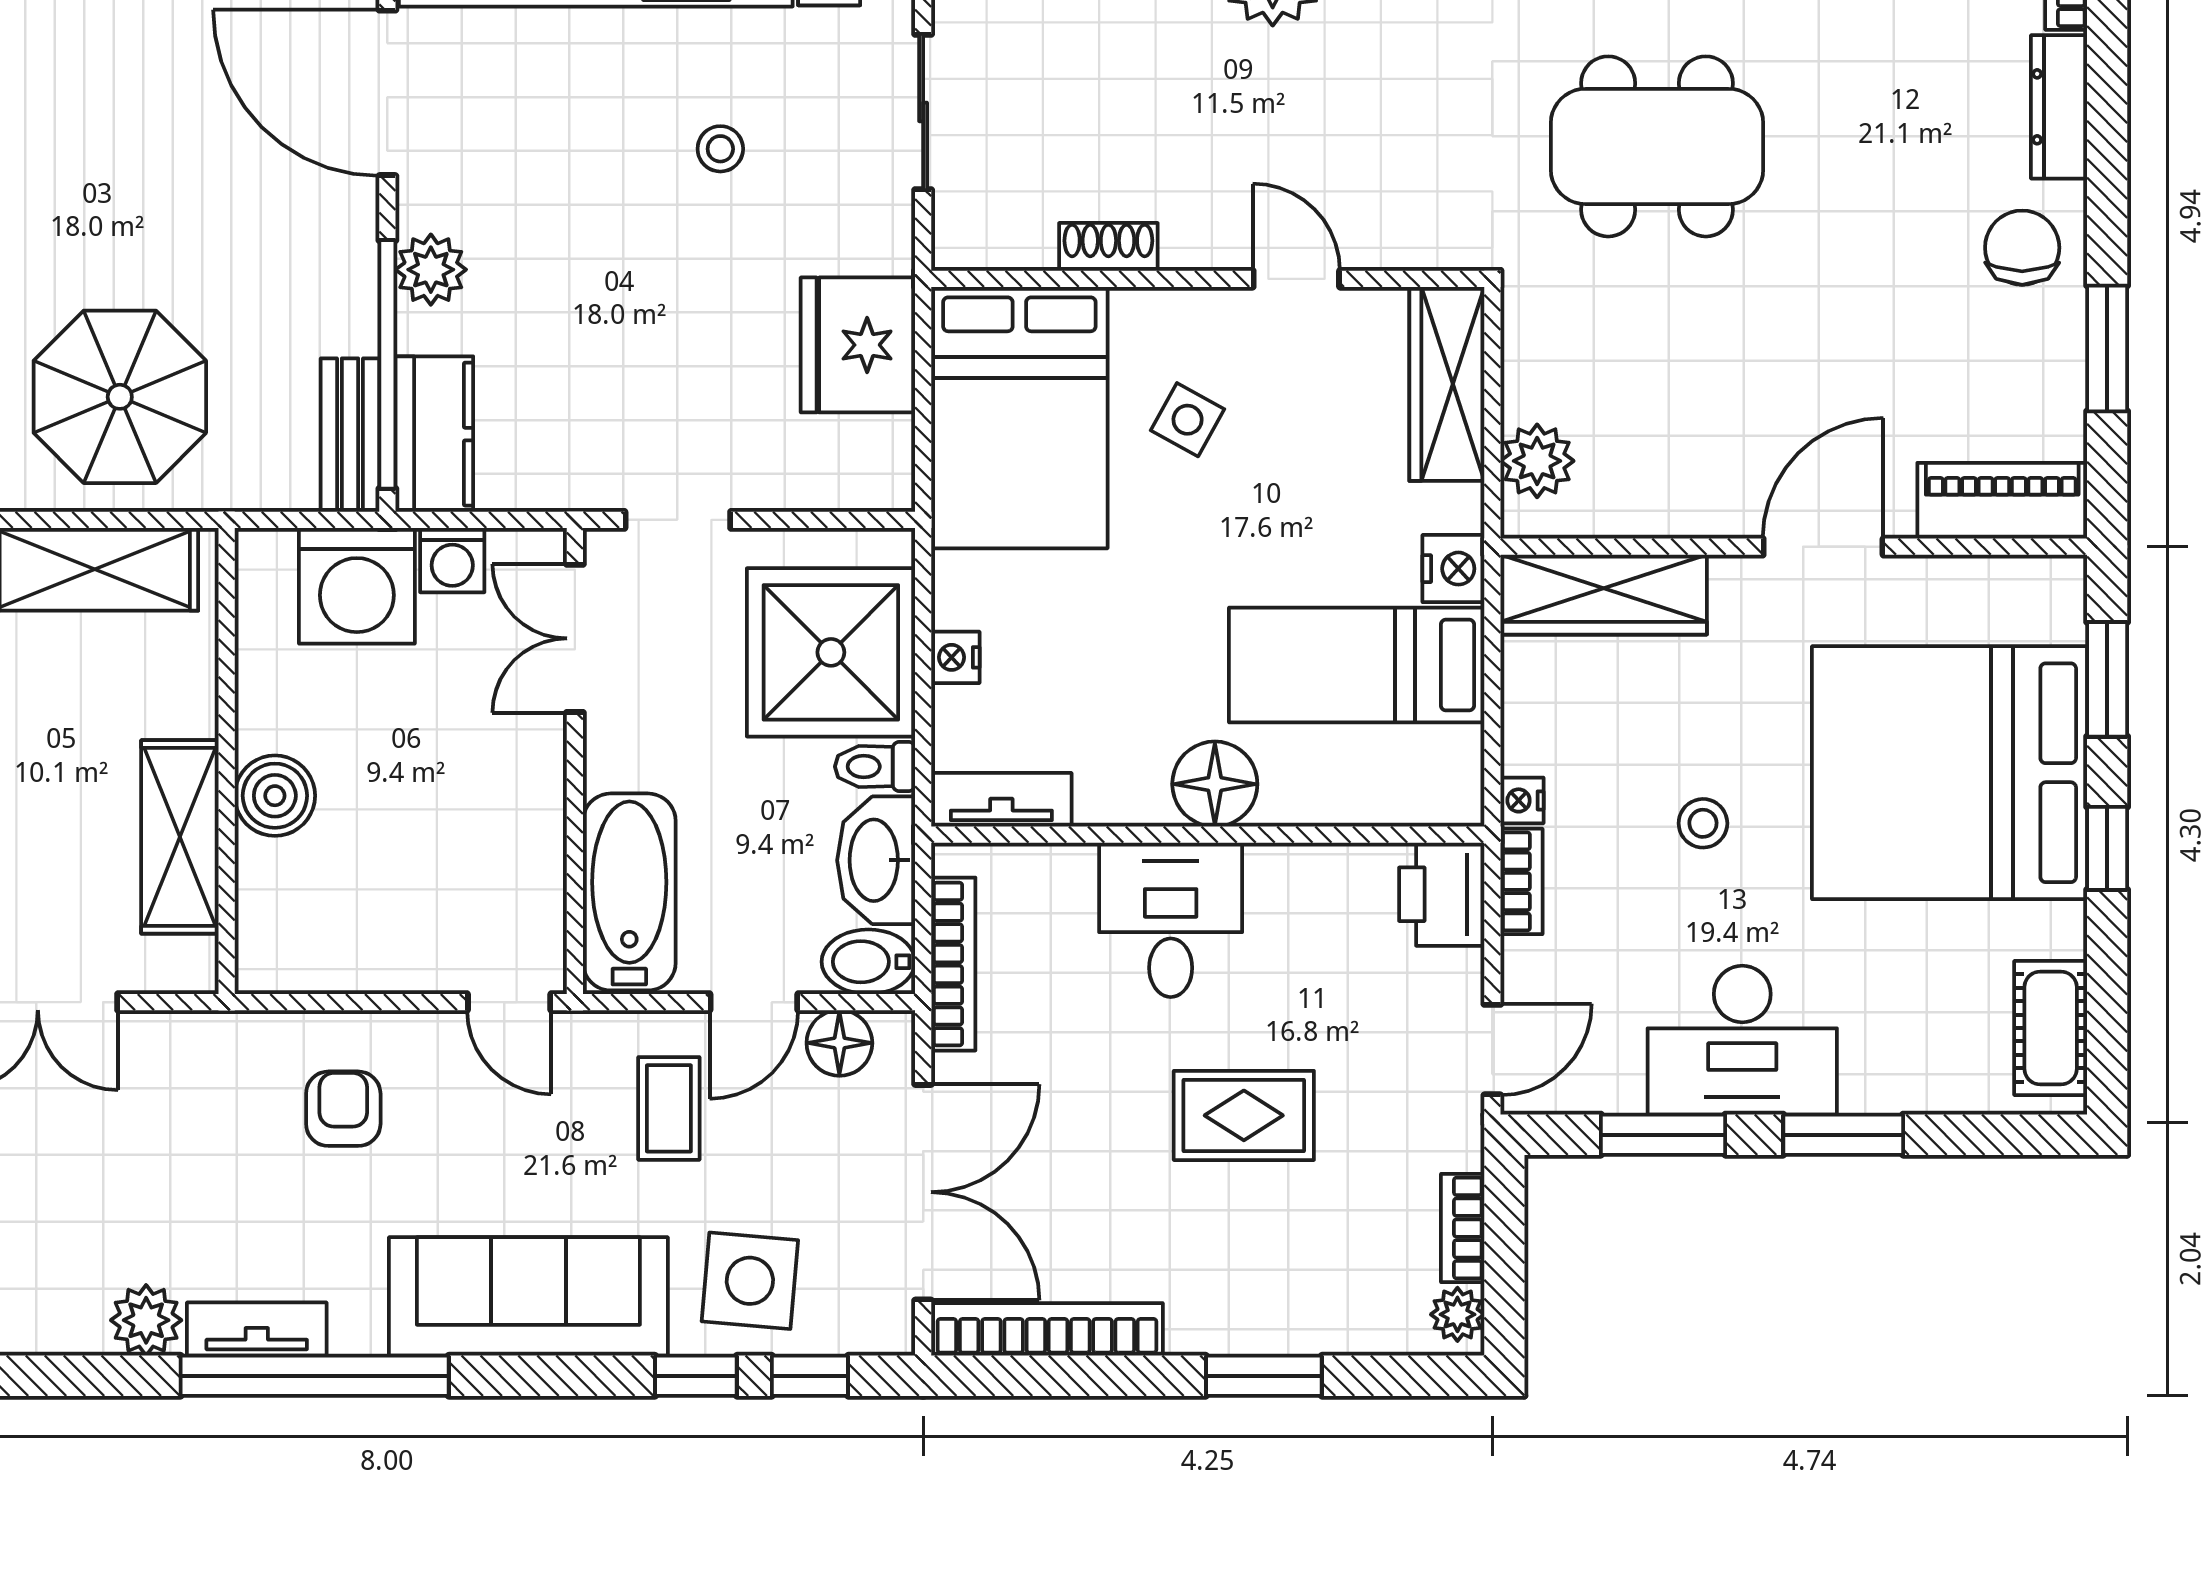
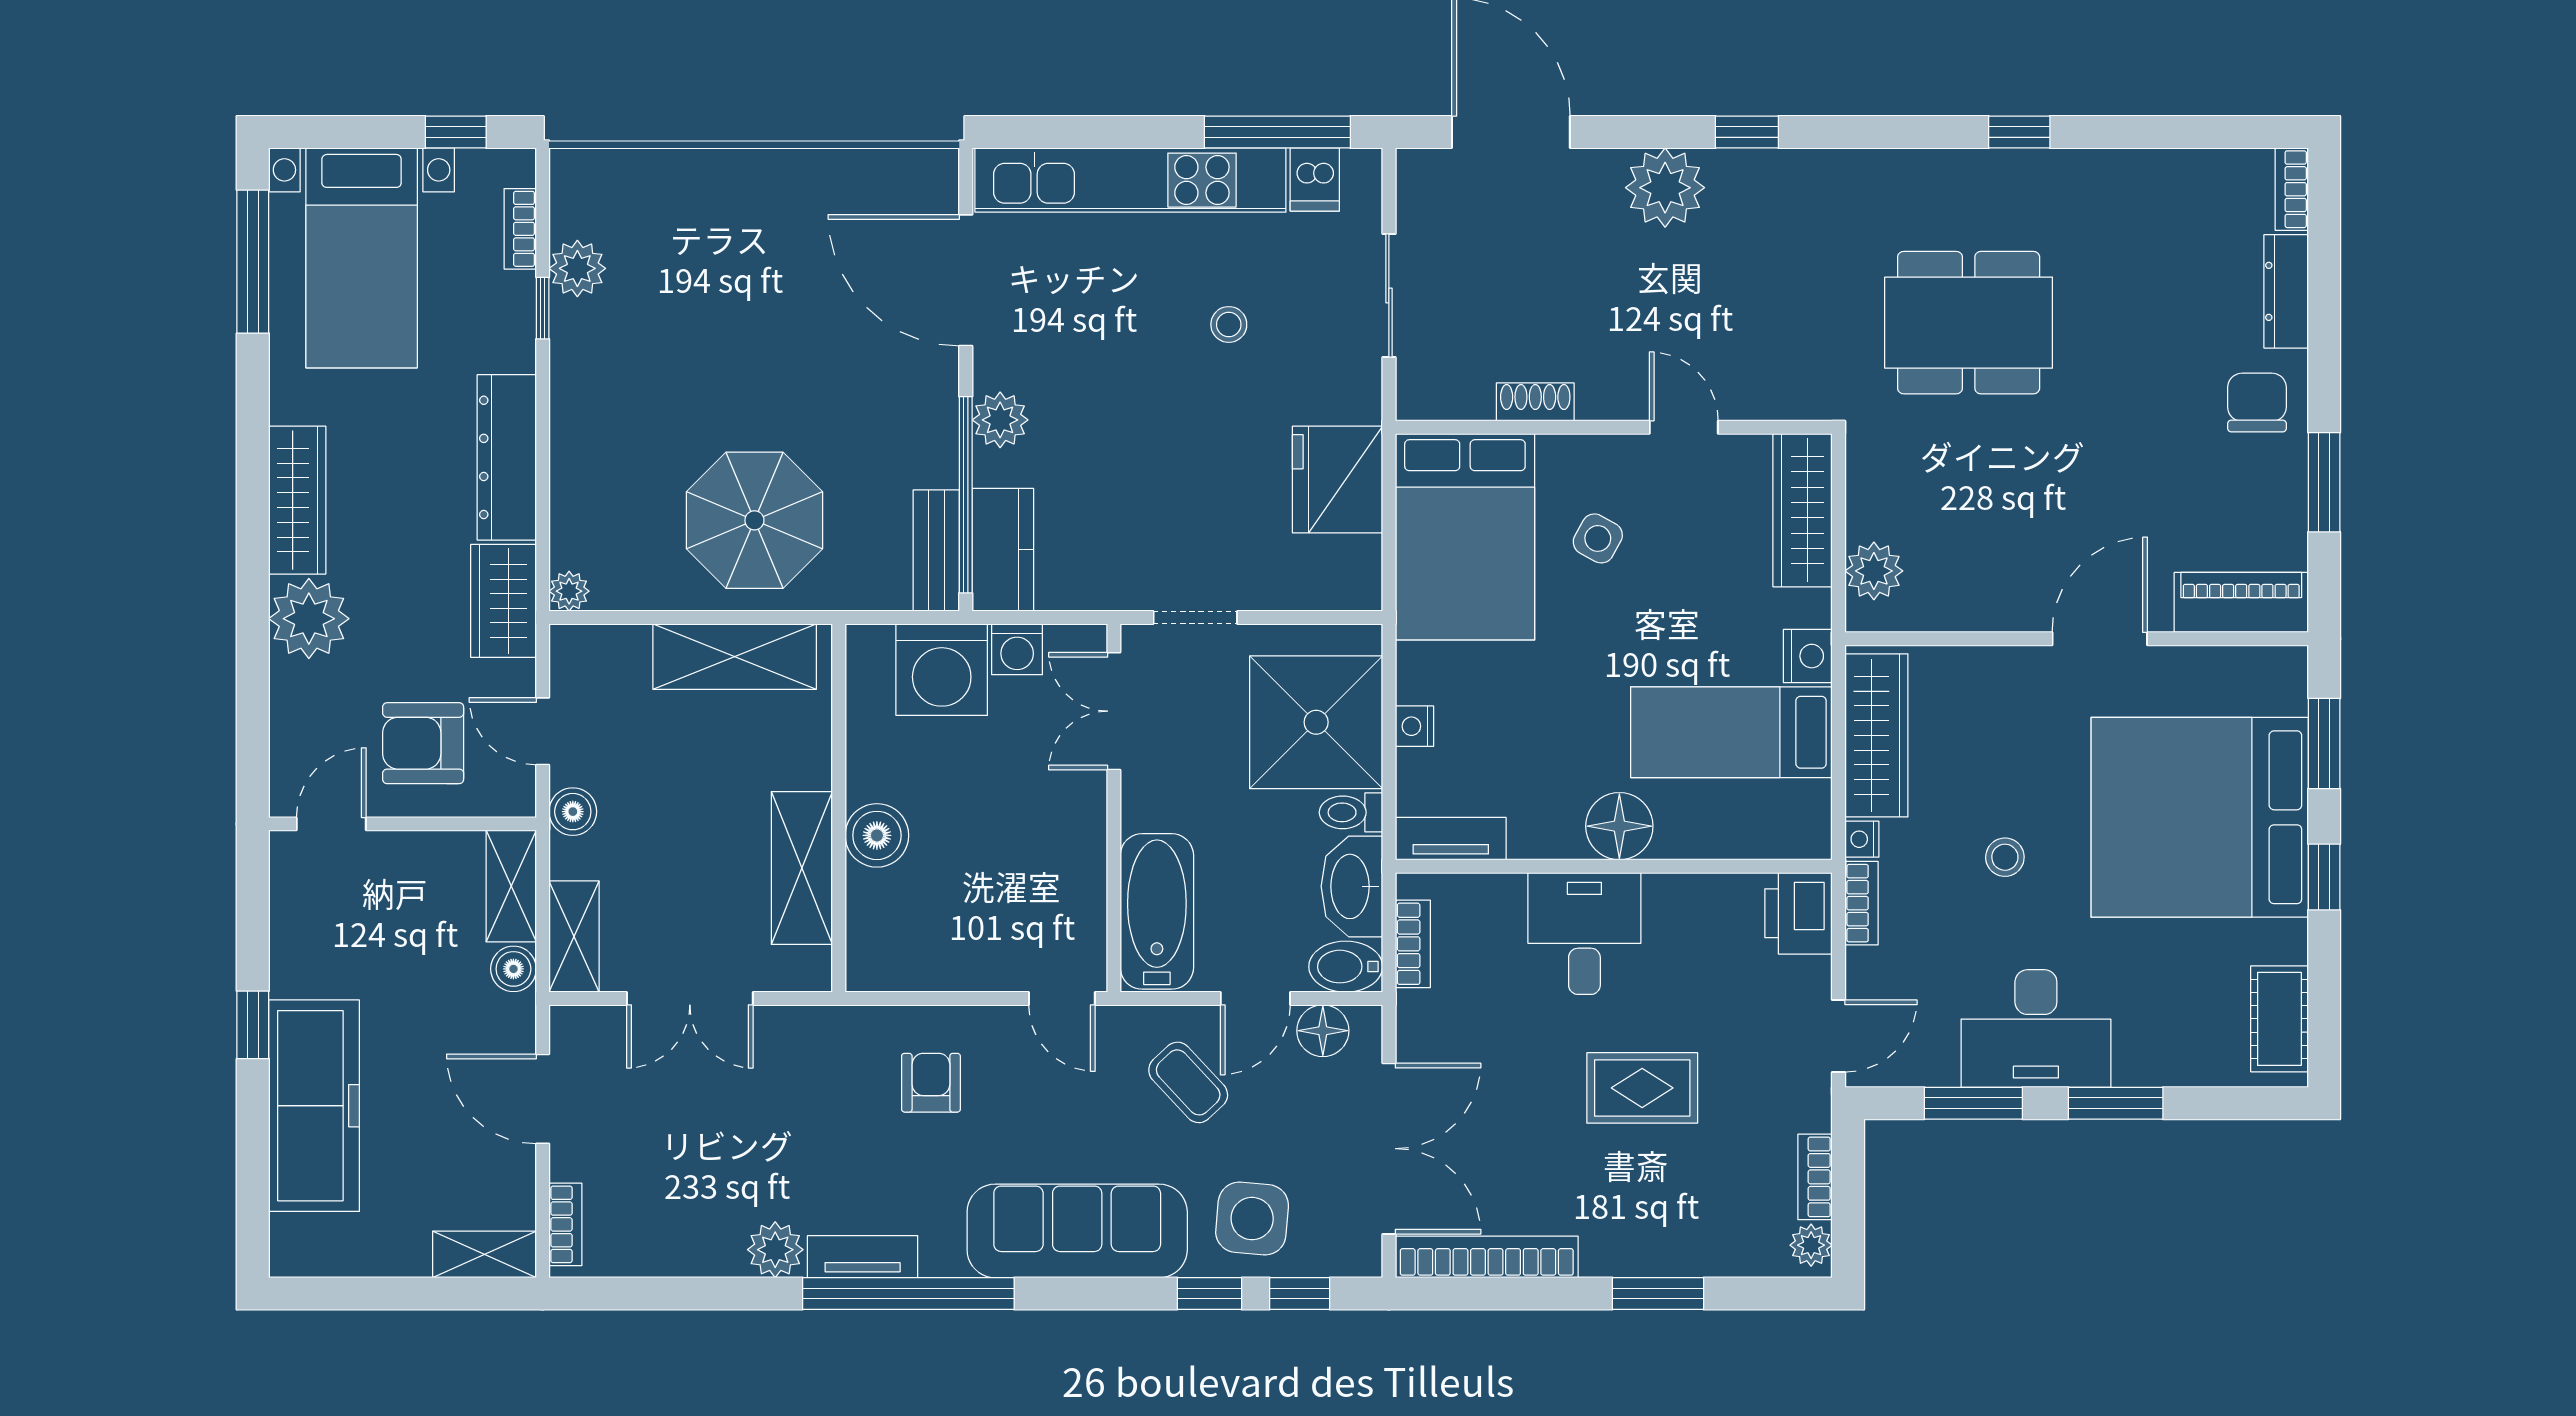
wardrobe: (1604, 595) -> (1876, 735), moved, turned -90
bookcase: (953, 964) -> (1413, 944), width x0.64
coffee table: (669, 1108) -> (1188, 1082), turned -43

